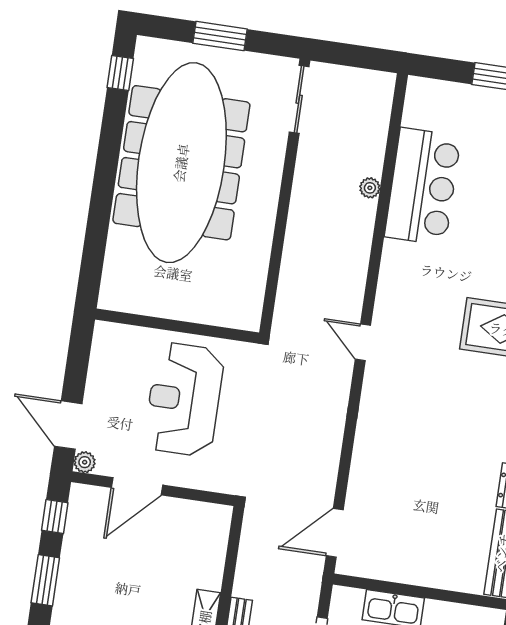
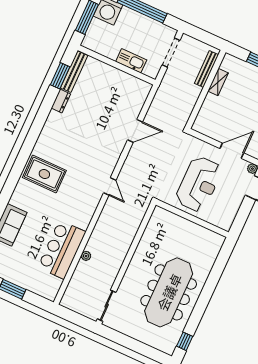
window: (220, 36) -> (134, 345), removed
meeting table: (181, 163) -> (169, 292), width x0.73, depth x0.79
door: (335, 533) -> (135, 131), moved

